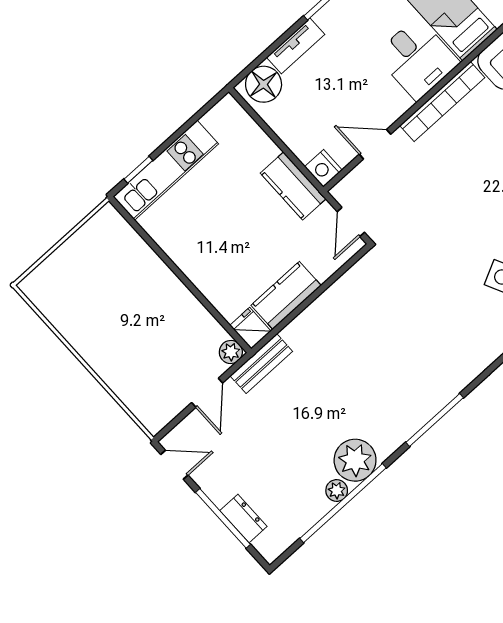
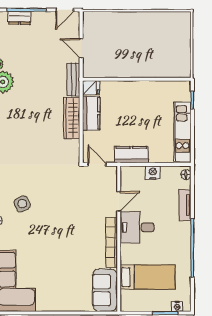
desk: (417, 59) -> (137, 227), moved
floor lamp: (264, 84) -> (186, 175), width x0.53, depth x0.53
nightstand: (323, 168) -> (153, 173), moved
kitchen unit: (166, 170) -> (182, 132), moved
wardrobe: (318, 317) -> (72, 118), added
plant: (231, 352) -> (89, 72), removed

